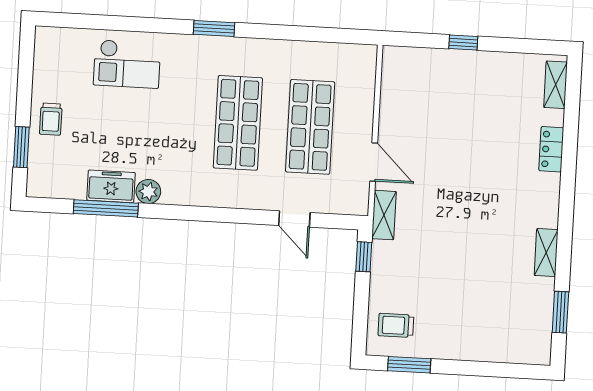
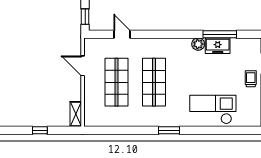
checkout: (127, 64) -> (213, 109), width x1.36, depth x1.21
shelving: (384, 215) -> (76, 114), moved

